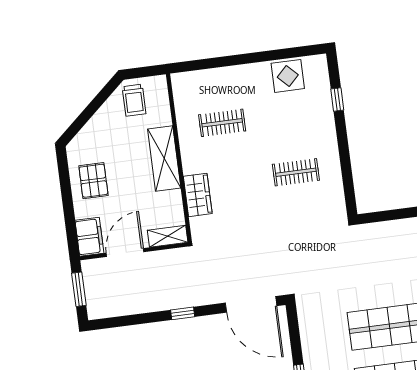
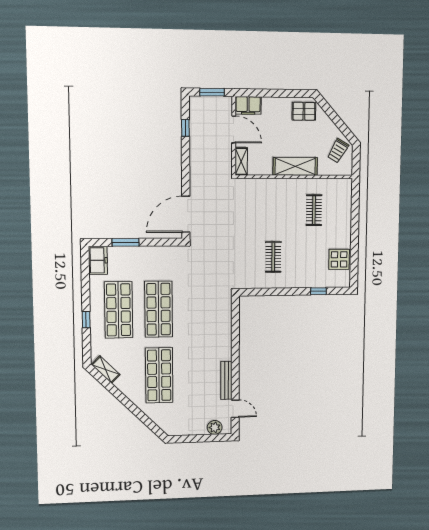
trolley: (134, 100) -> (338, 151), turned -60
pallet: (93, 181) -> (304, 111), moved
wardrobe: (198, 195) -> (267, 187), removed
window: (183, 313) -> (185, 128), moved

